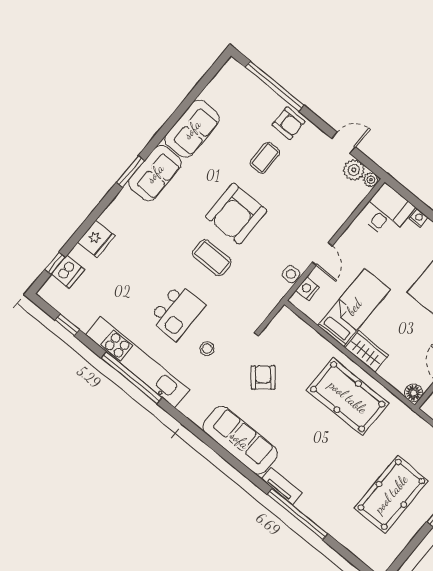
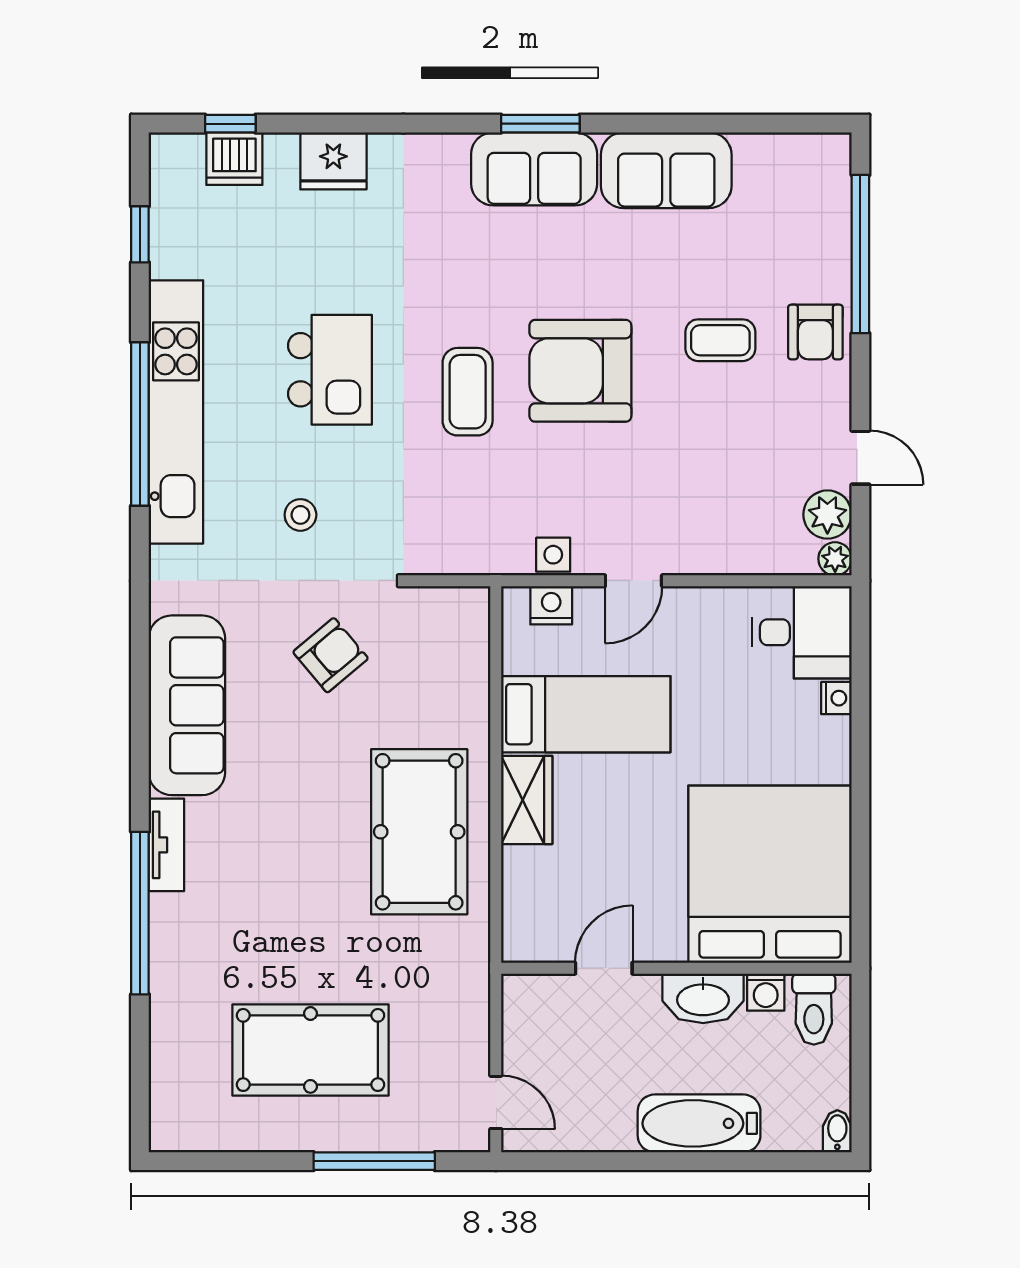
window: (131, 172) -> (540, 124), moved
kitchen island: (177, 312) -> (330, 370), moved, turned -90
floor lamp: (414, 393) -> (521, 943), removed

